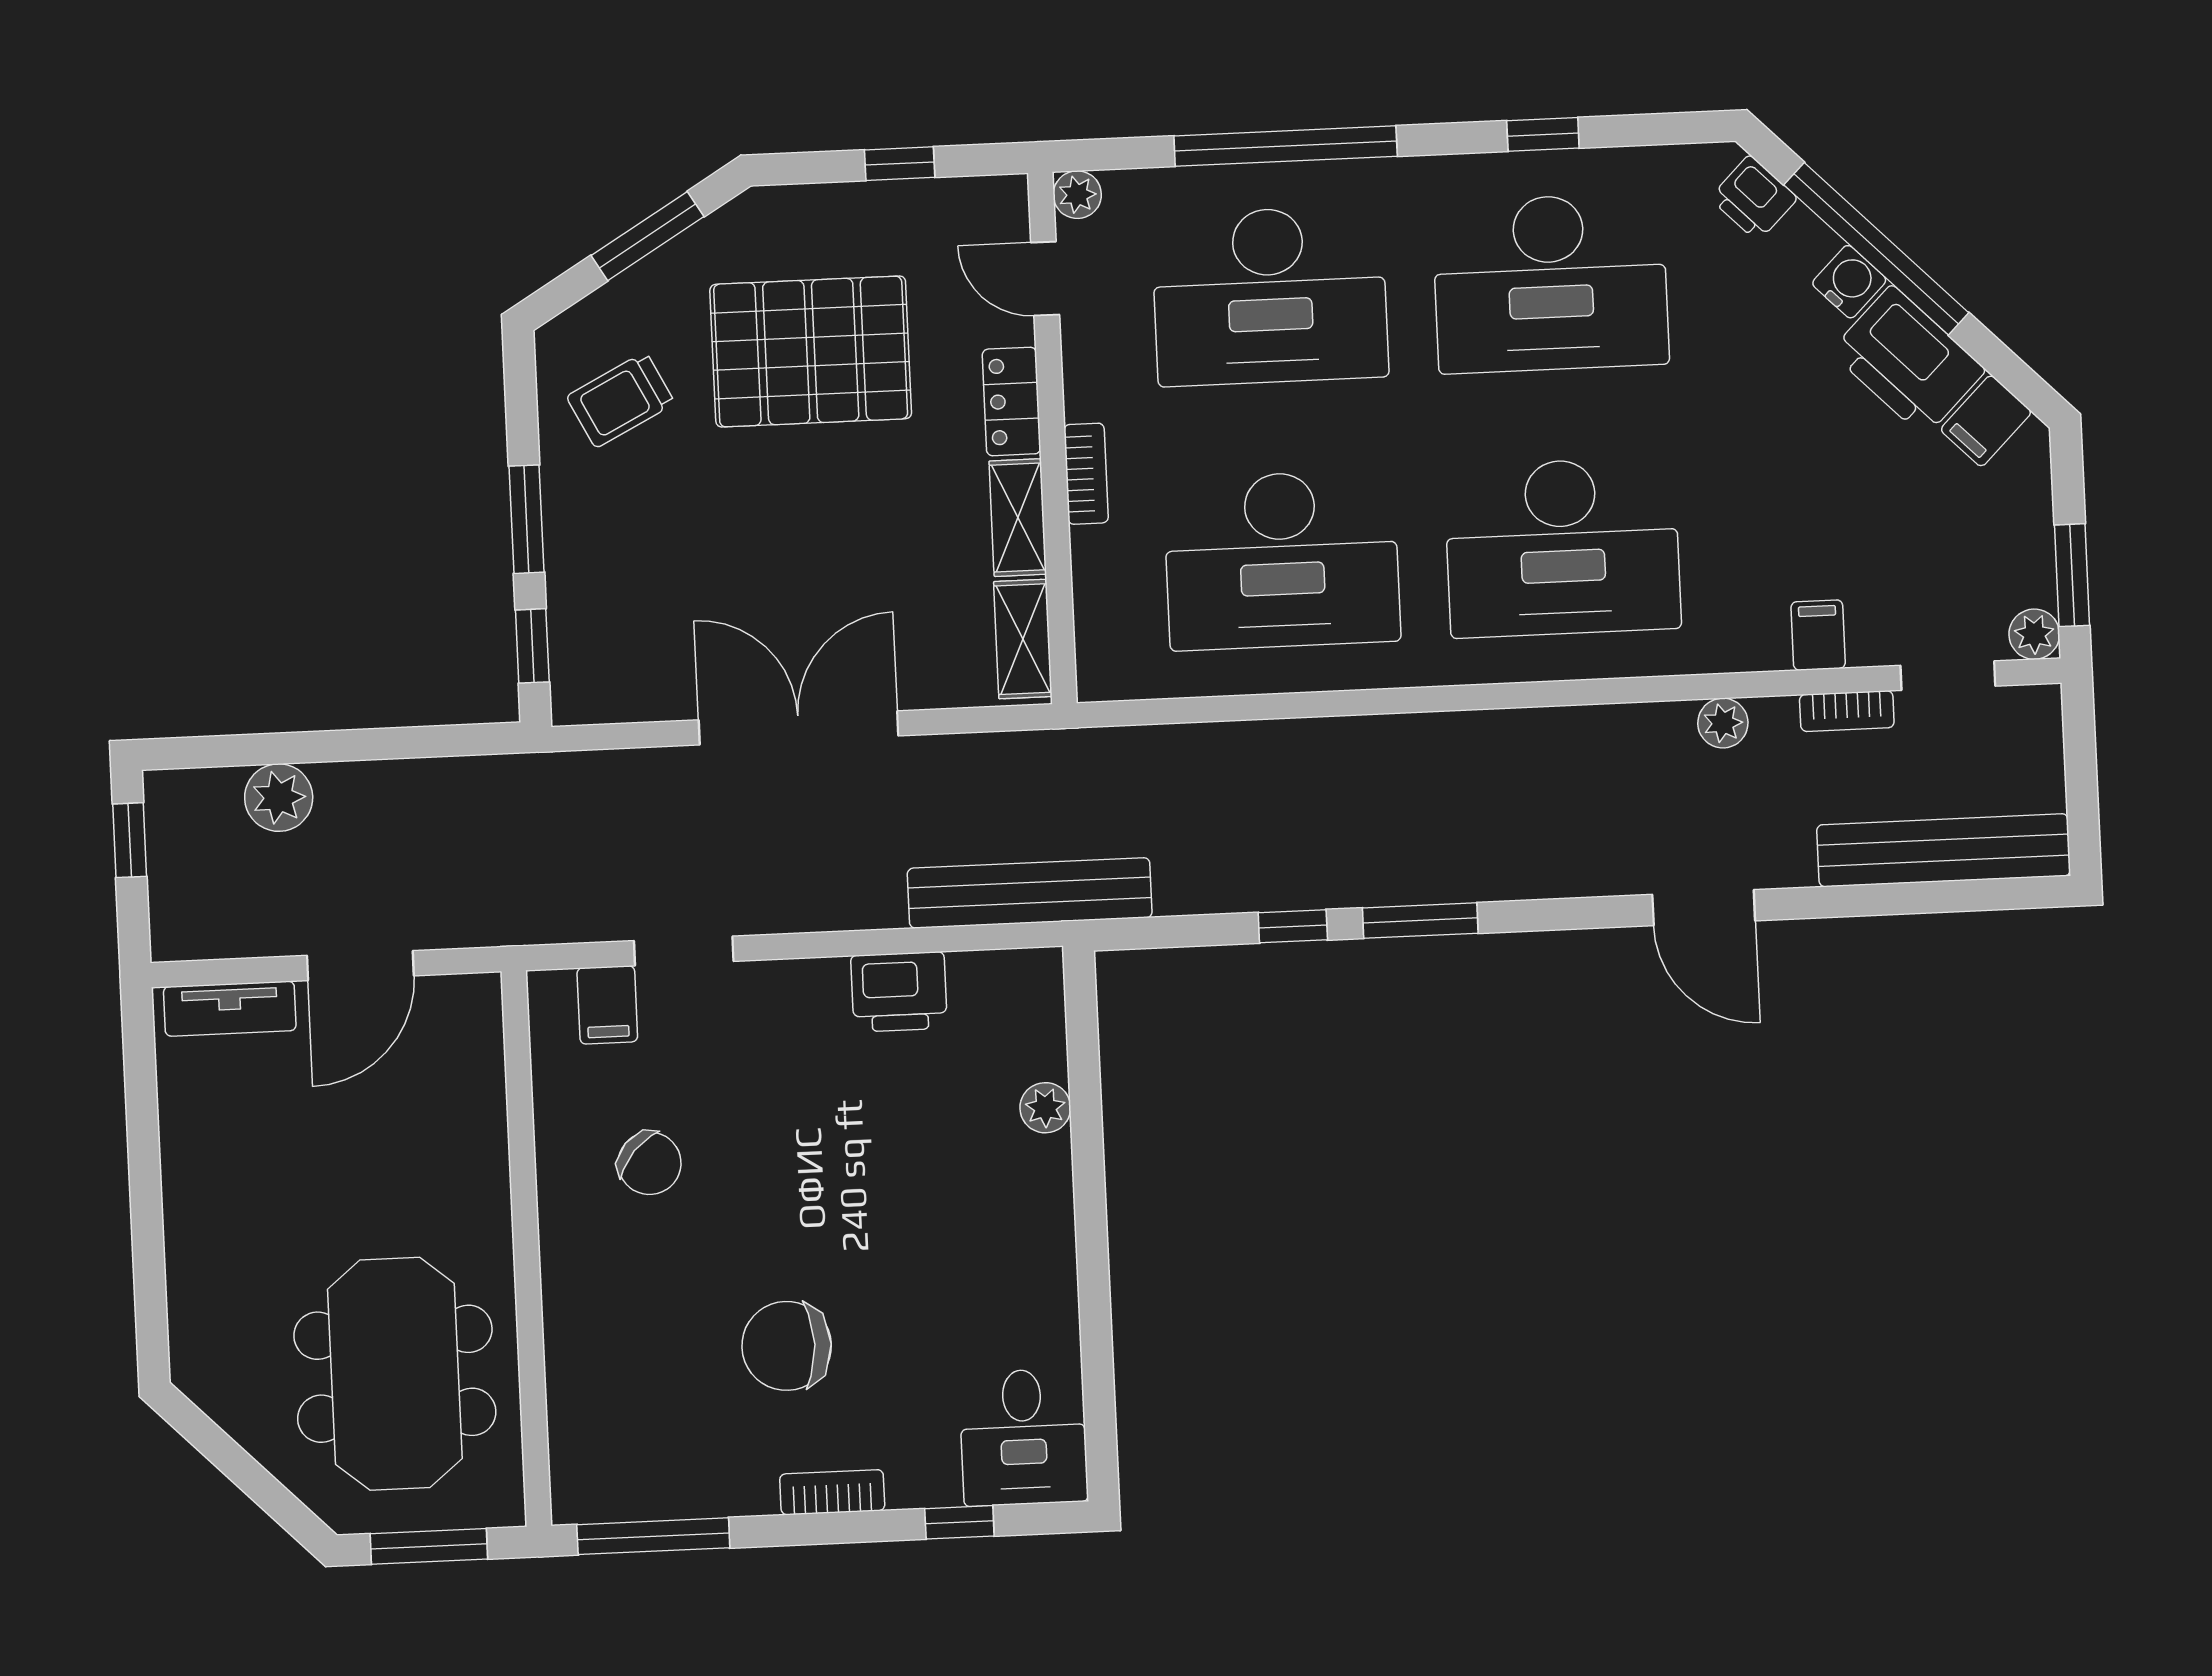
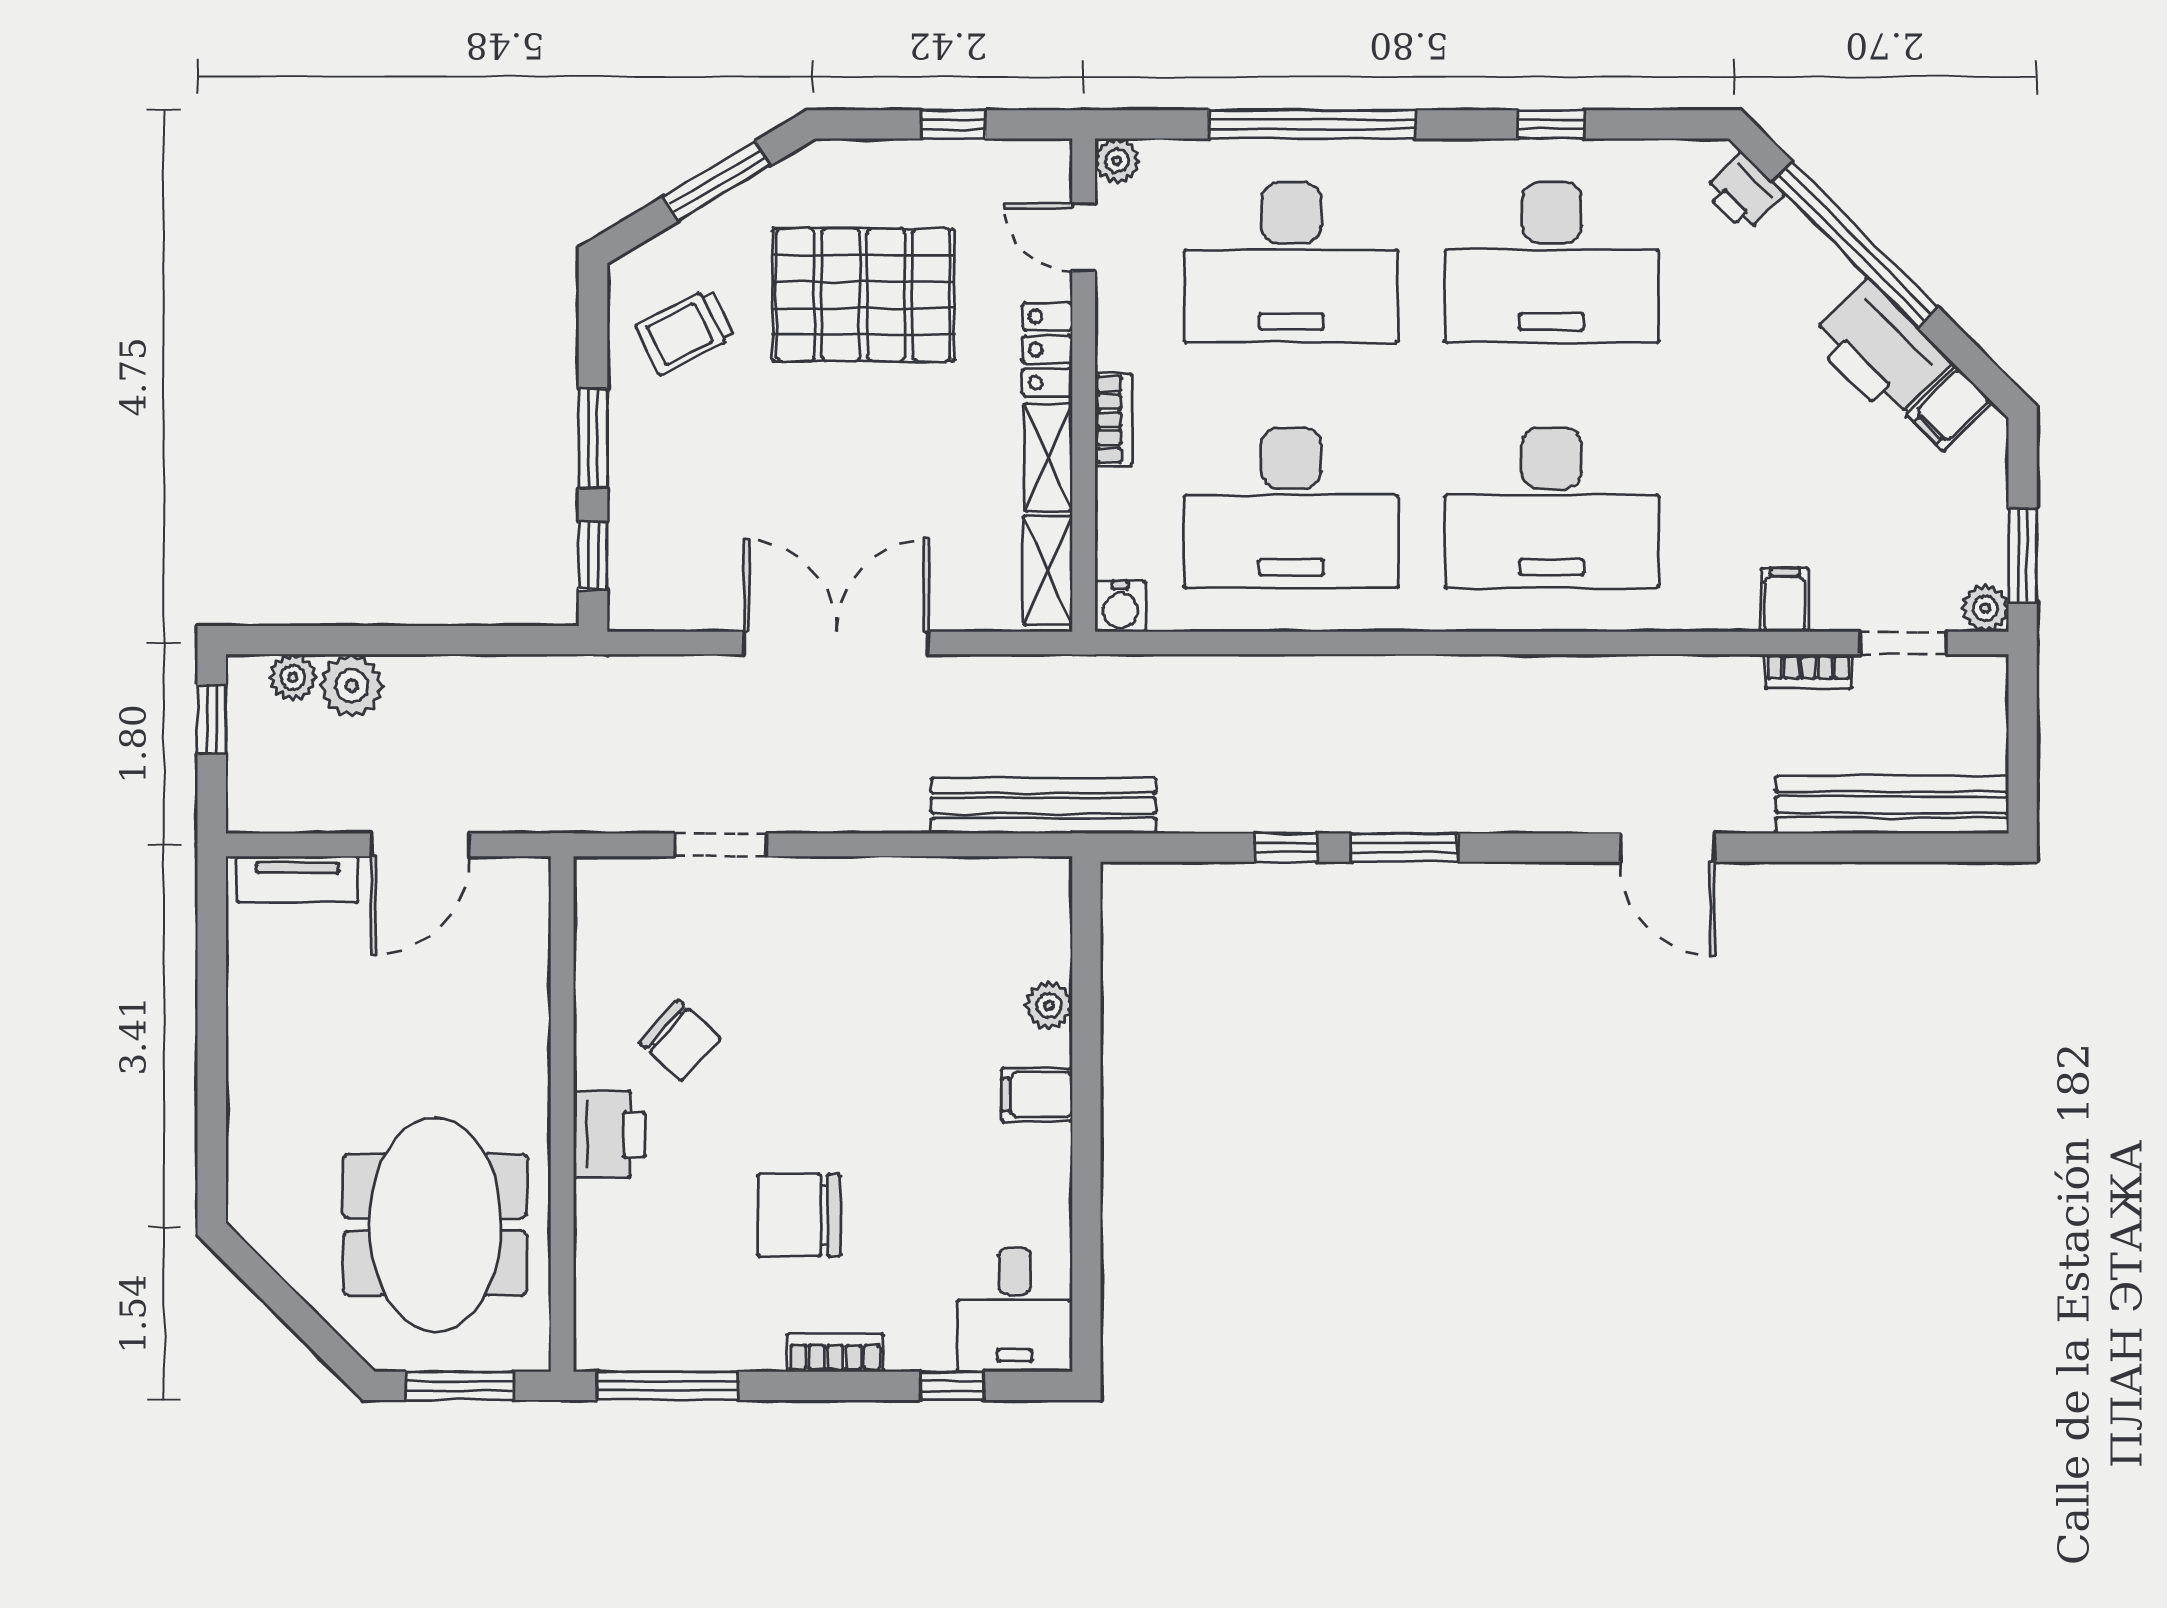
water cooler: (1849, 282) -> (1120, 606), moved, turned 135
plant: (1723, 723) -> (293, 677), moved
printer: (899, 992) -> (609, 1135), moved, turned -90
filing cabinet: (607, 1005) -> (1037, 1095), moved, turned 90

